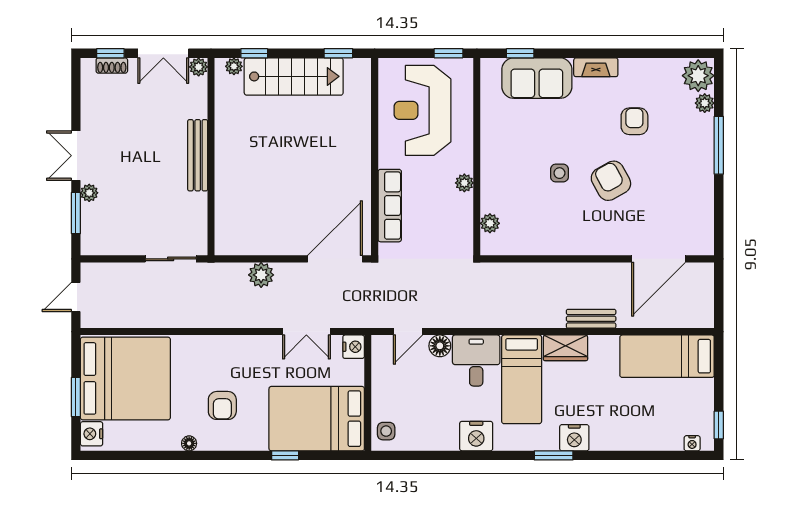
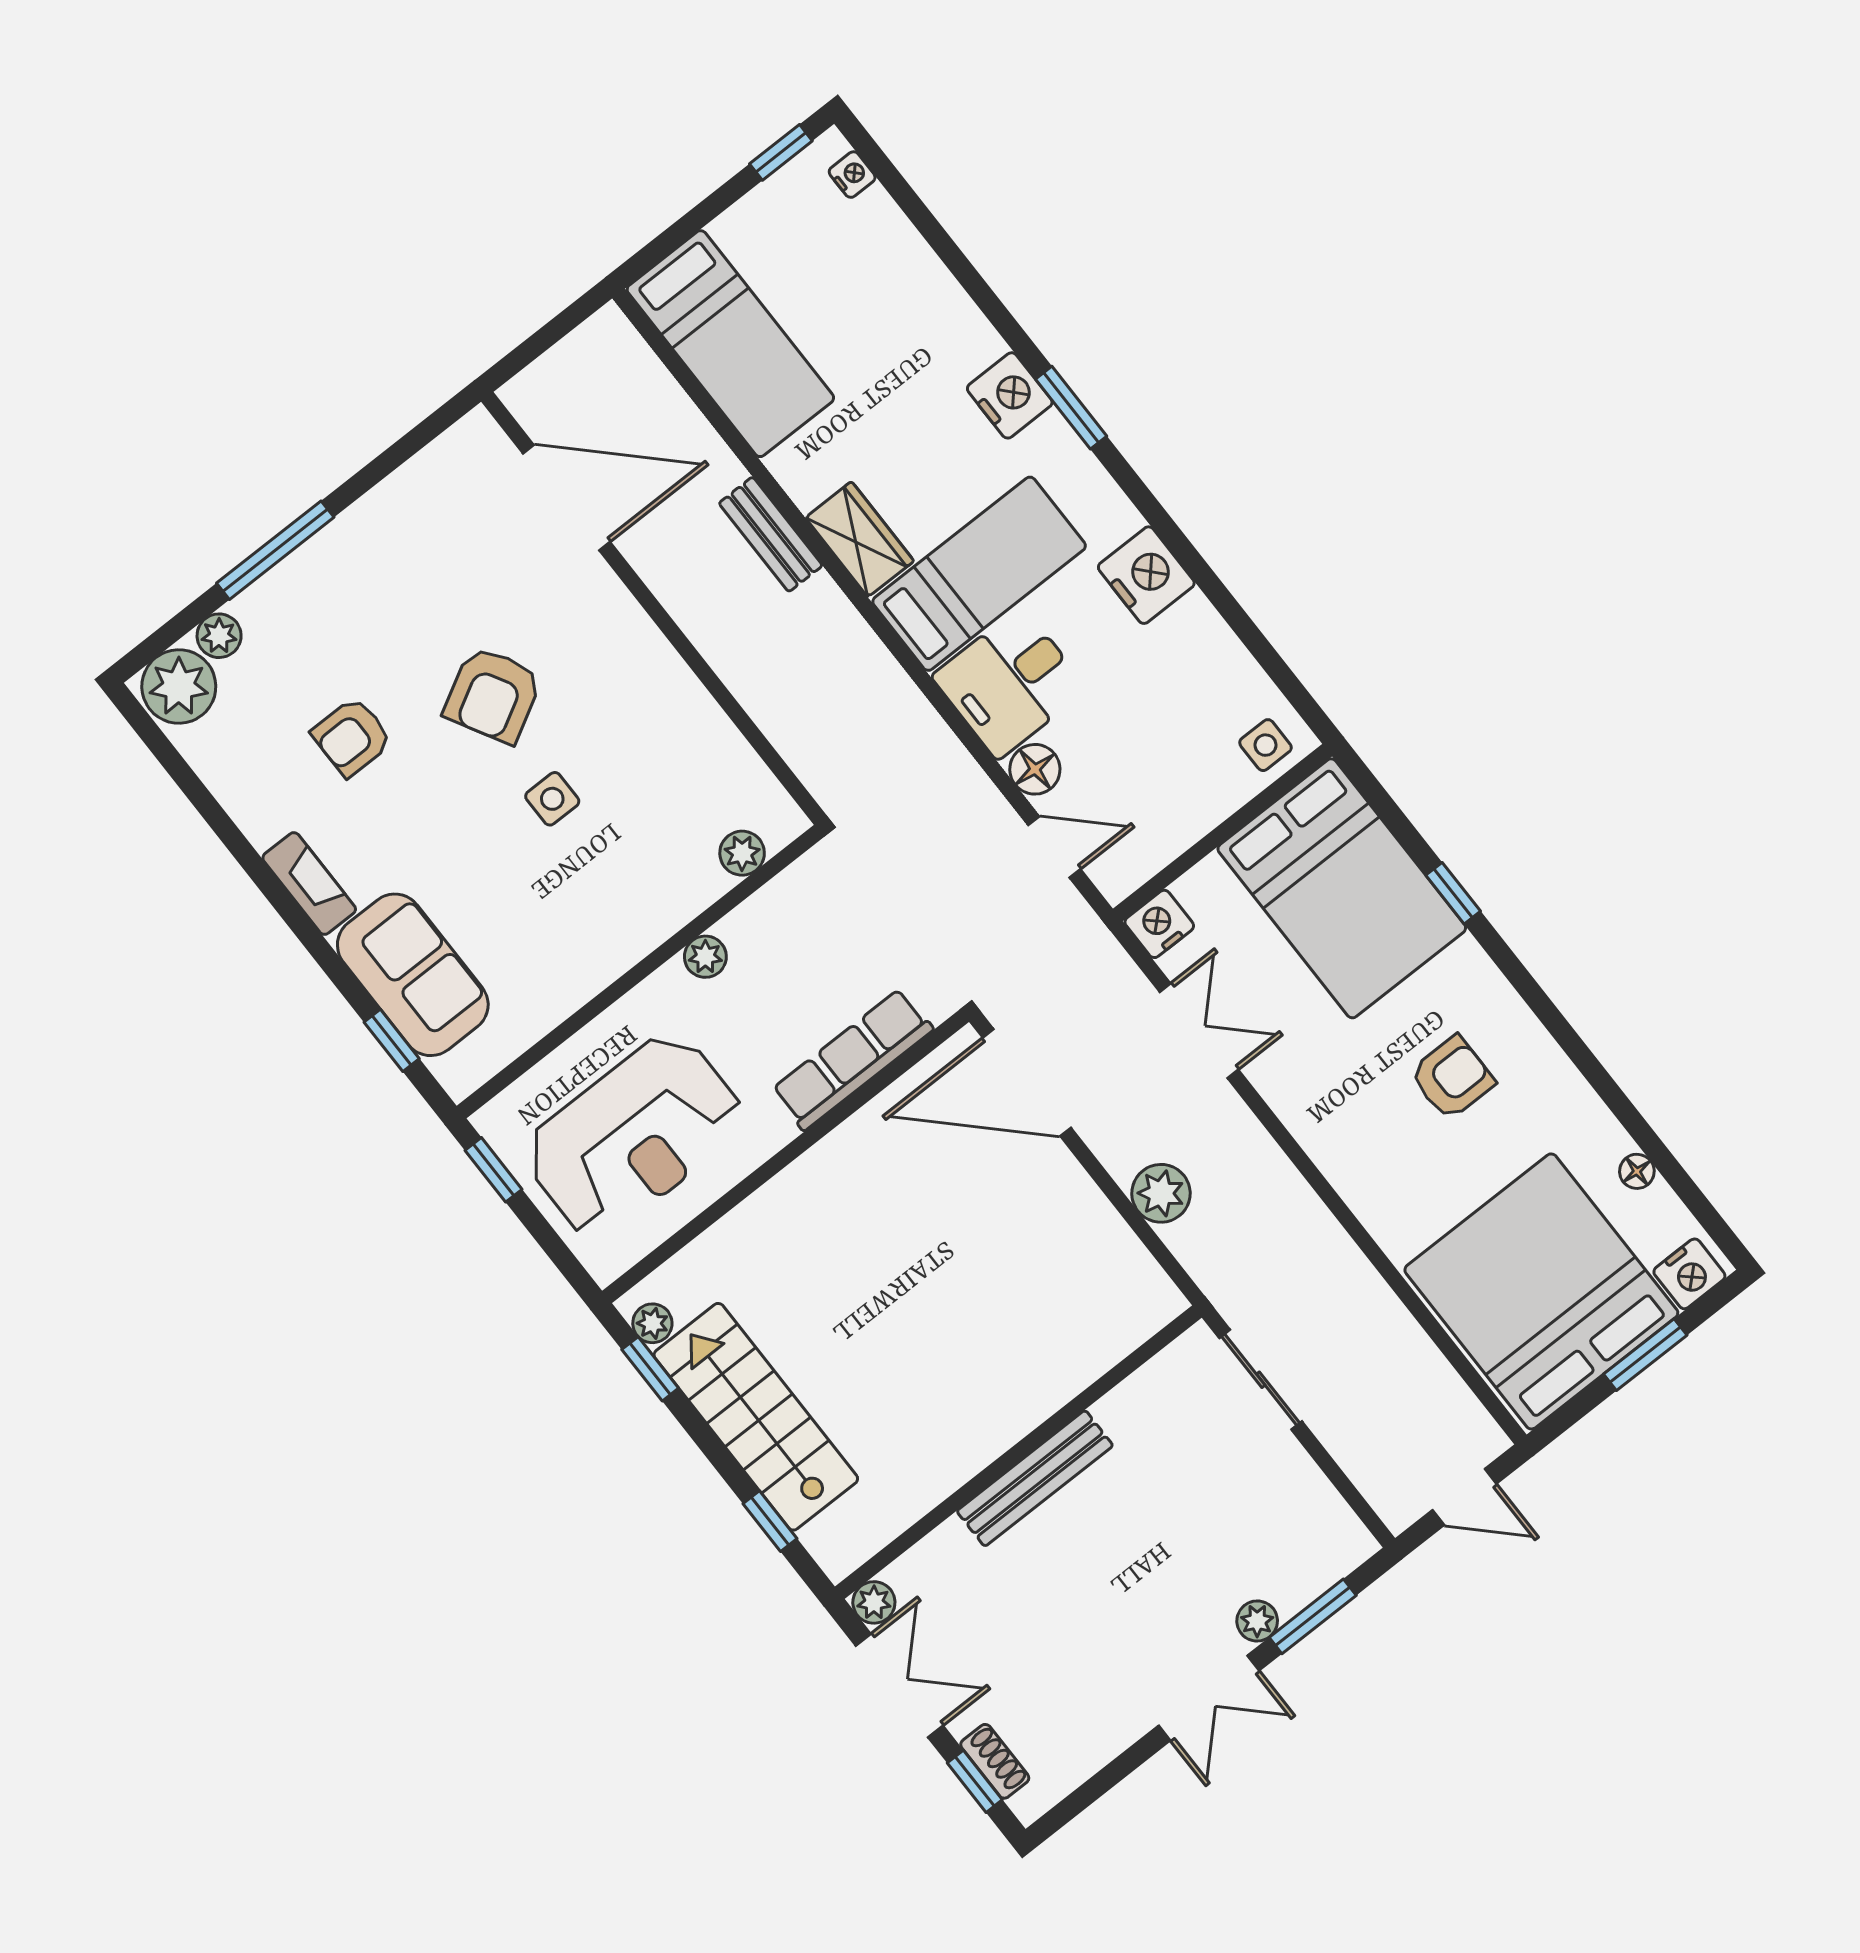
plant: (234, 66) -> (652, 1323), moved
floor lamp: (189, 443) -> (1637, 1171), moved

